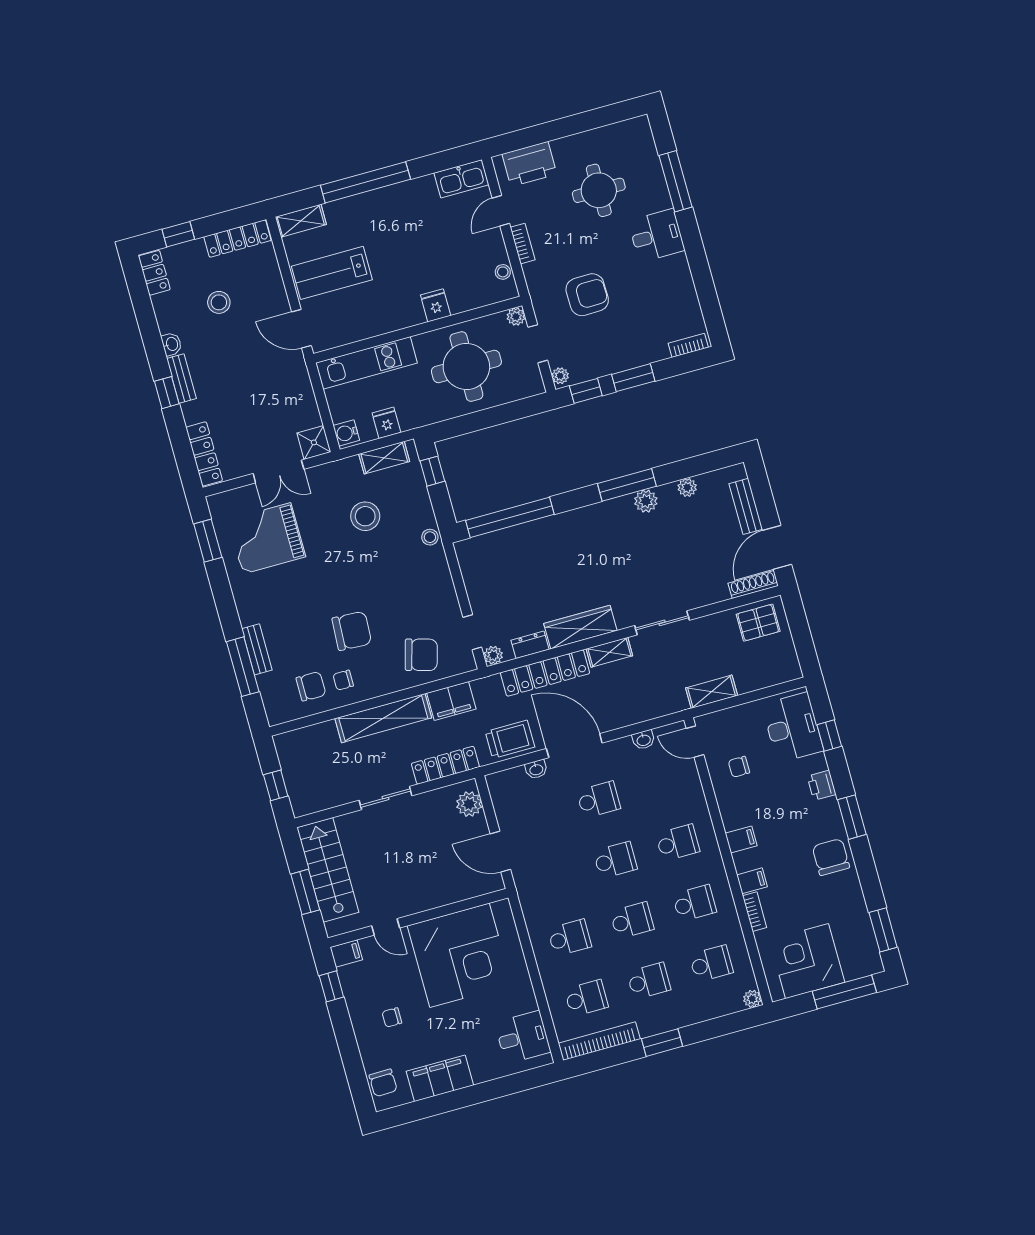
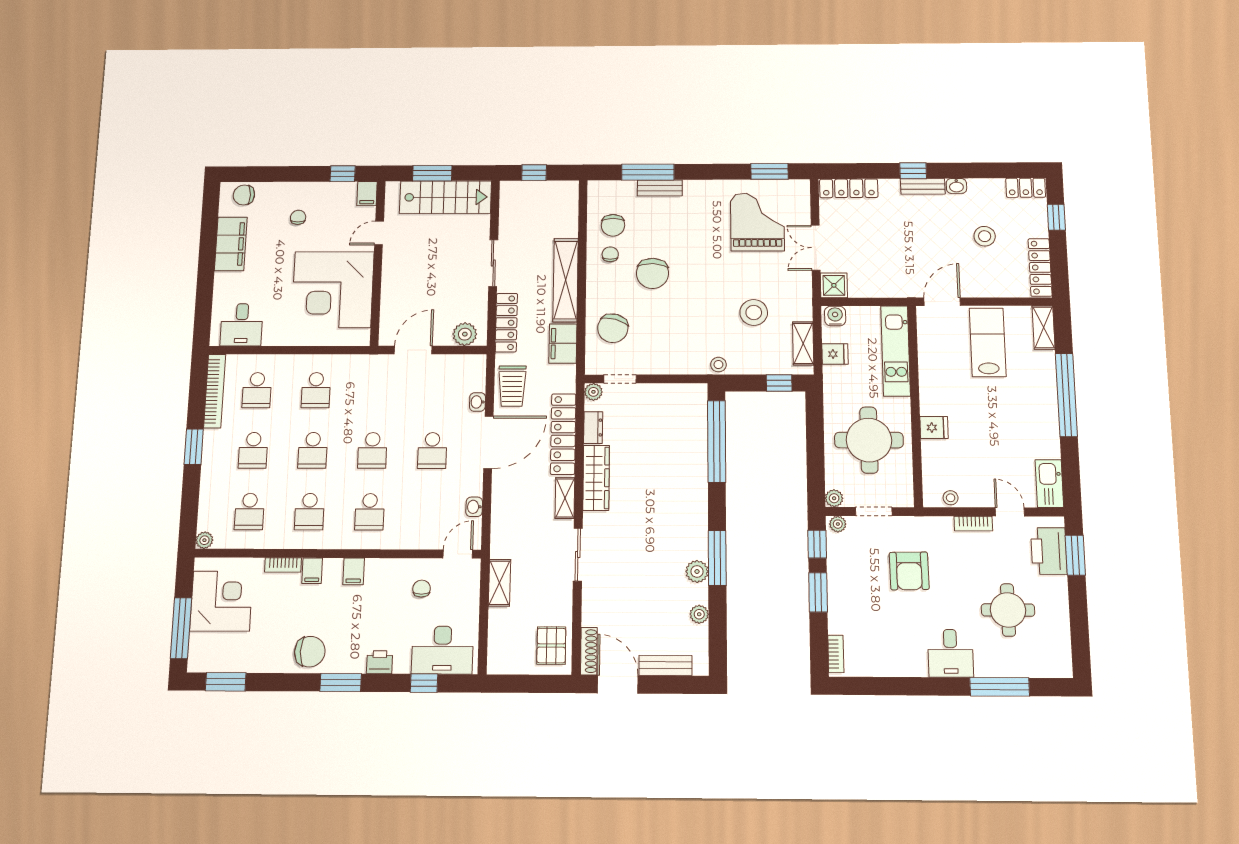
window: (526, 138) -> (1075, 555), added
plant: (516, 317) -> (834, 498), moved

